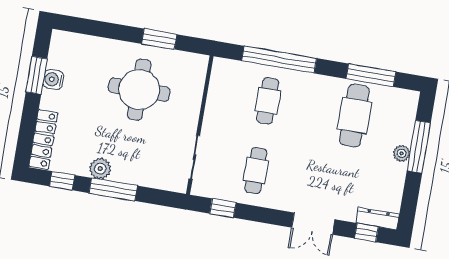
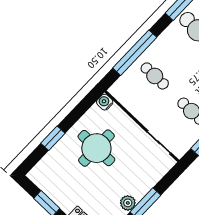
window: (159, 39) -> (53, 138), moved
water cooler: (53, 79) -> (105, 102), moved, turned 90

